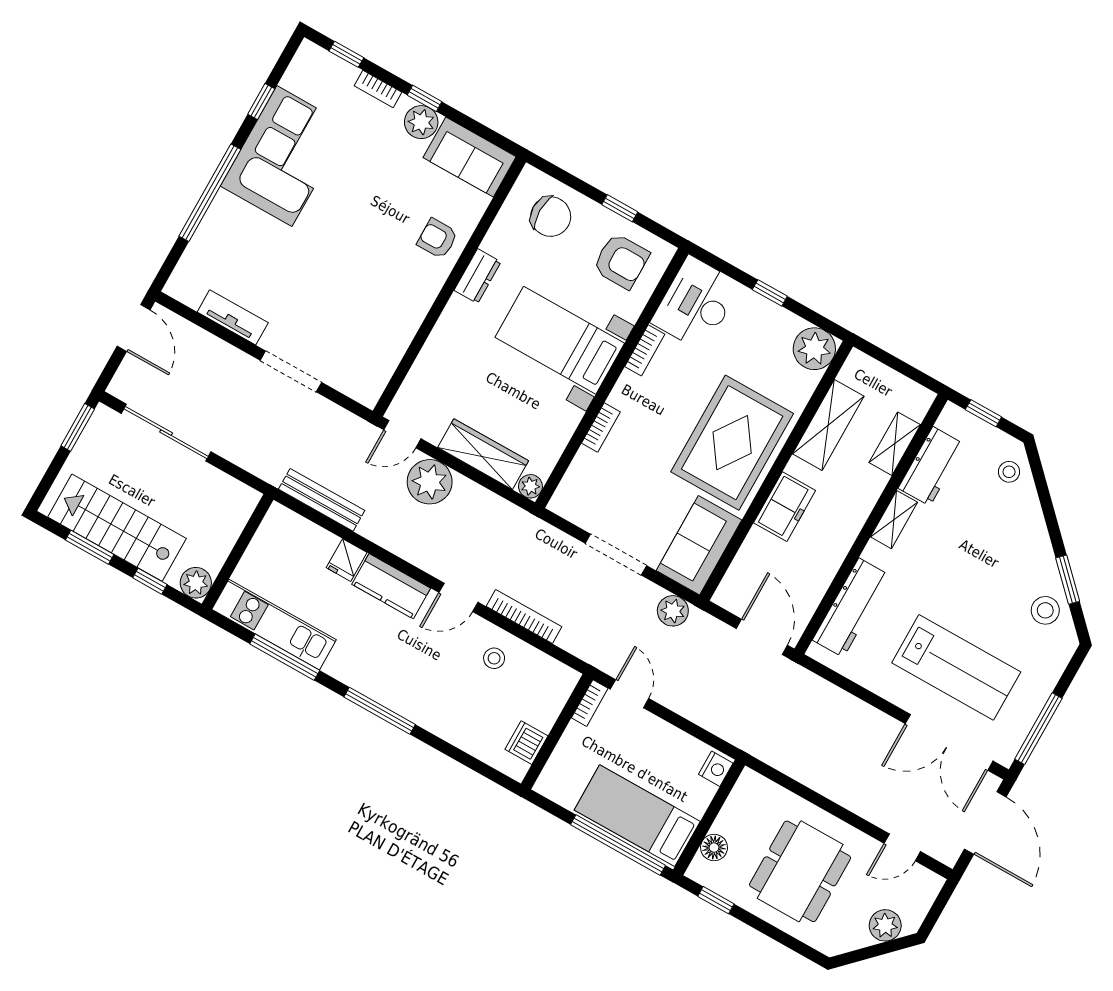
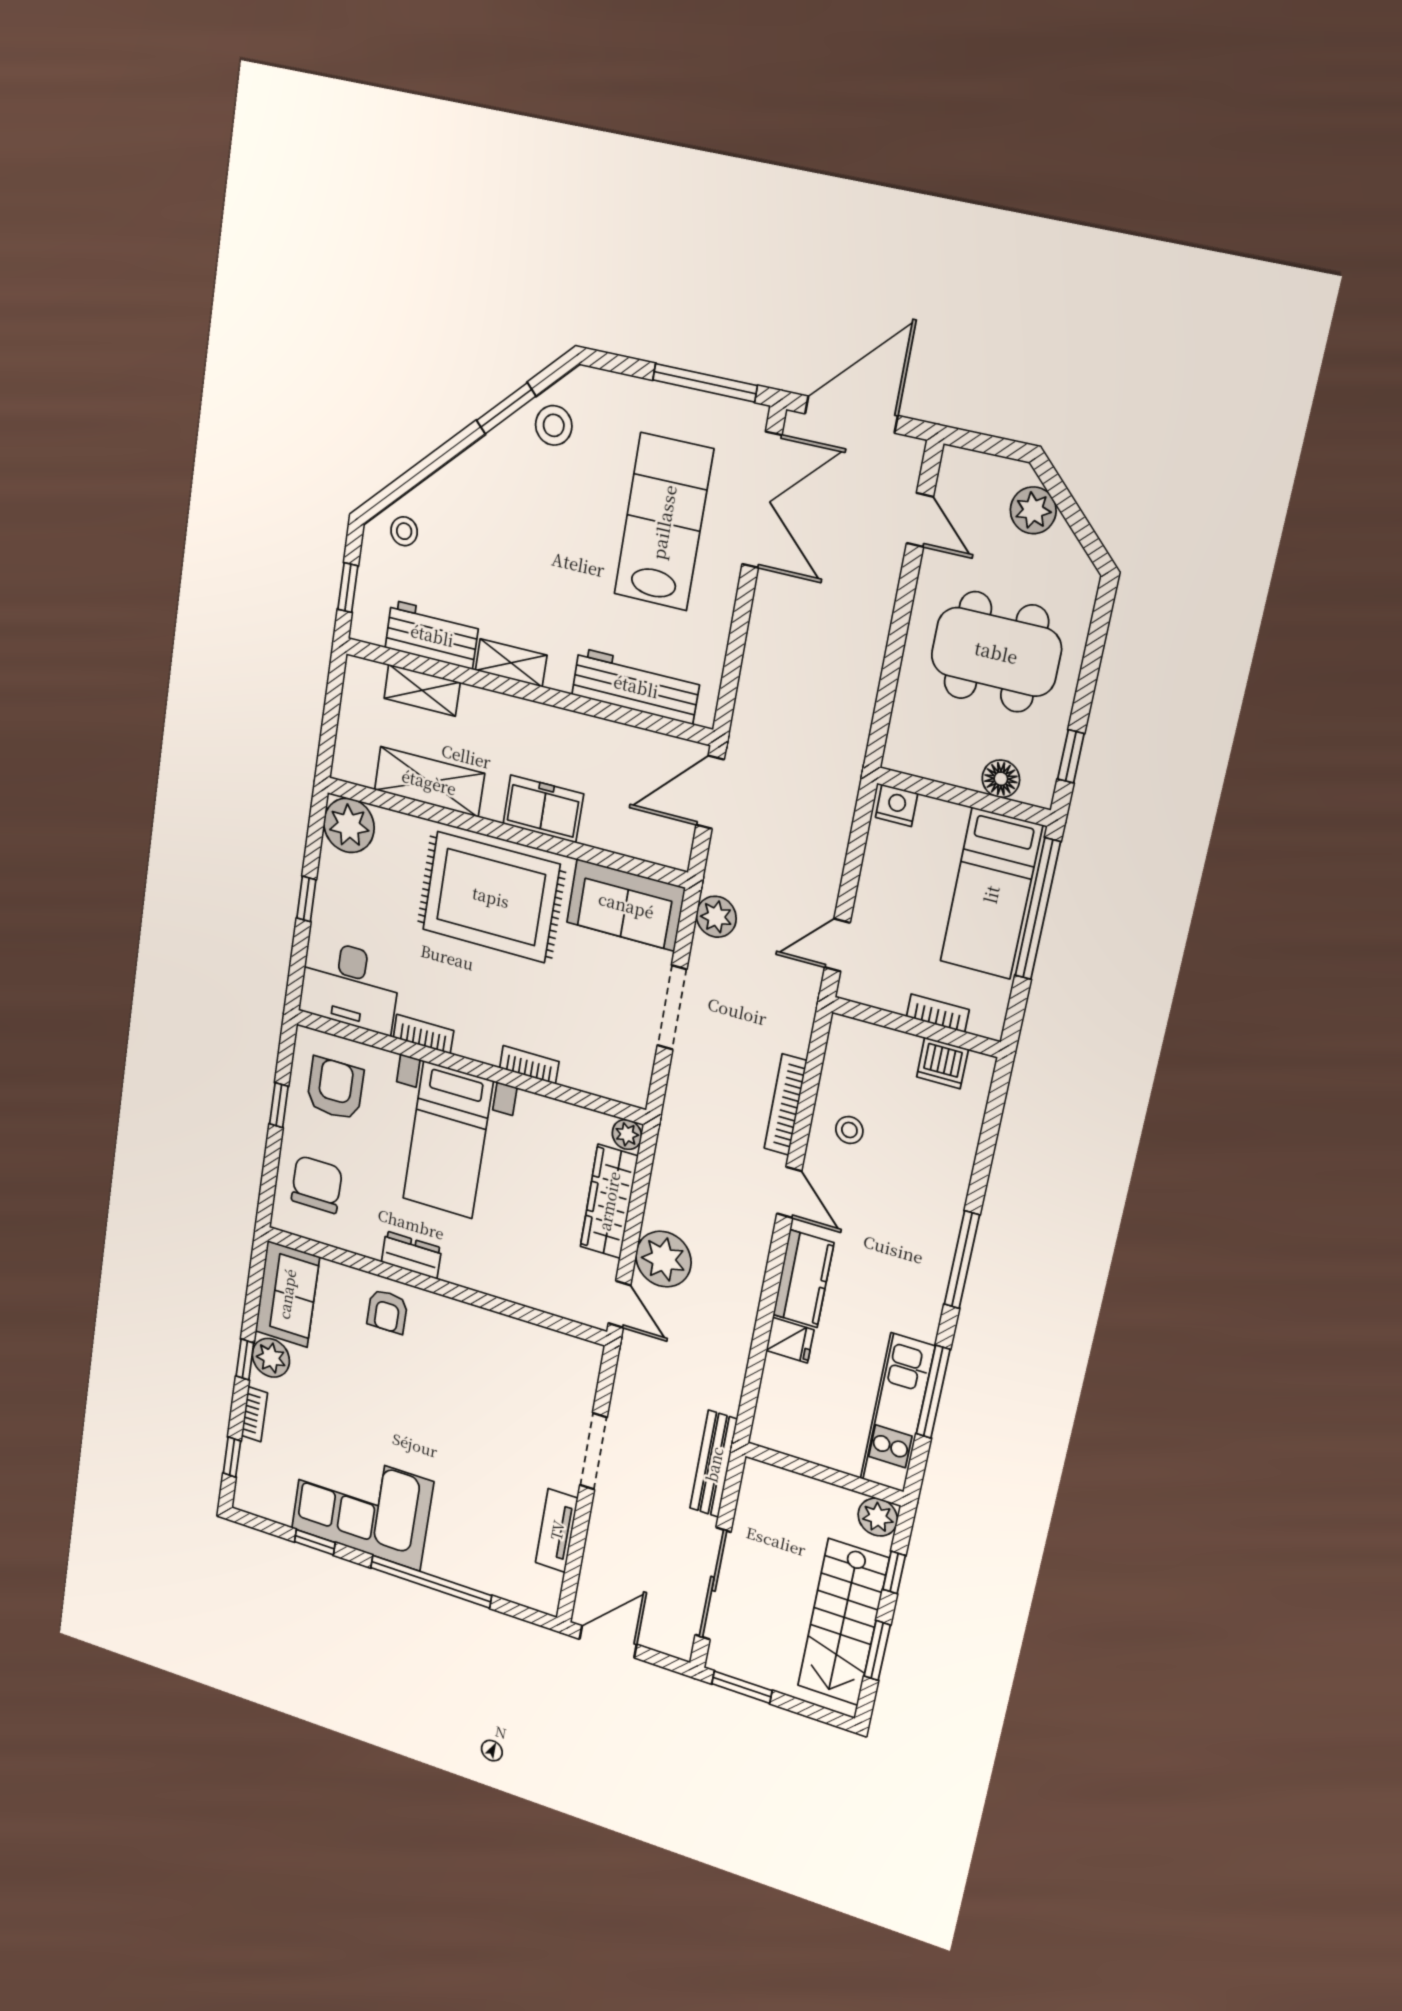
bench: (322, 500) -> (714, 1464), moved
bookcase: (590, 703) -> (938, 1013), moved

